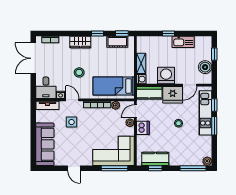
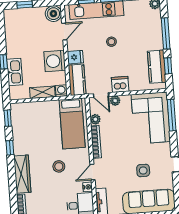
wardrobe: (80, 42) -> (22, 174), width x1.50
cot: (117, 42) -> (18, 123), removed
kitchen sink: (183, 42) -> (15, 72), moved
boiler: (205, 67) -> (53, 14), moved
door: (190, 85) -> (64, 31), hinge flipped
fridge: (173, 95) -> (75, 57), width x0.53, depth x0.75
side table: (72, 122) -> (143, 170), moved
window: (193, 168) -> (166, 33), moved

